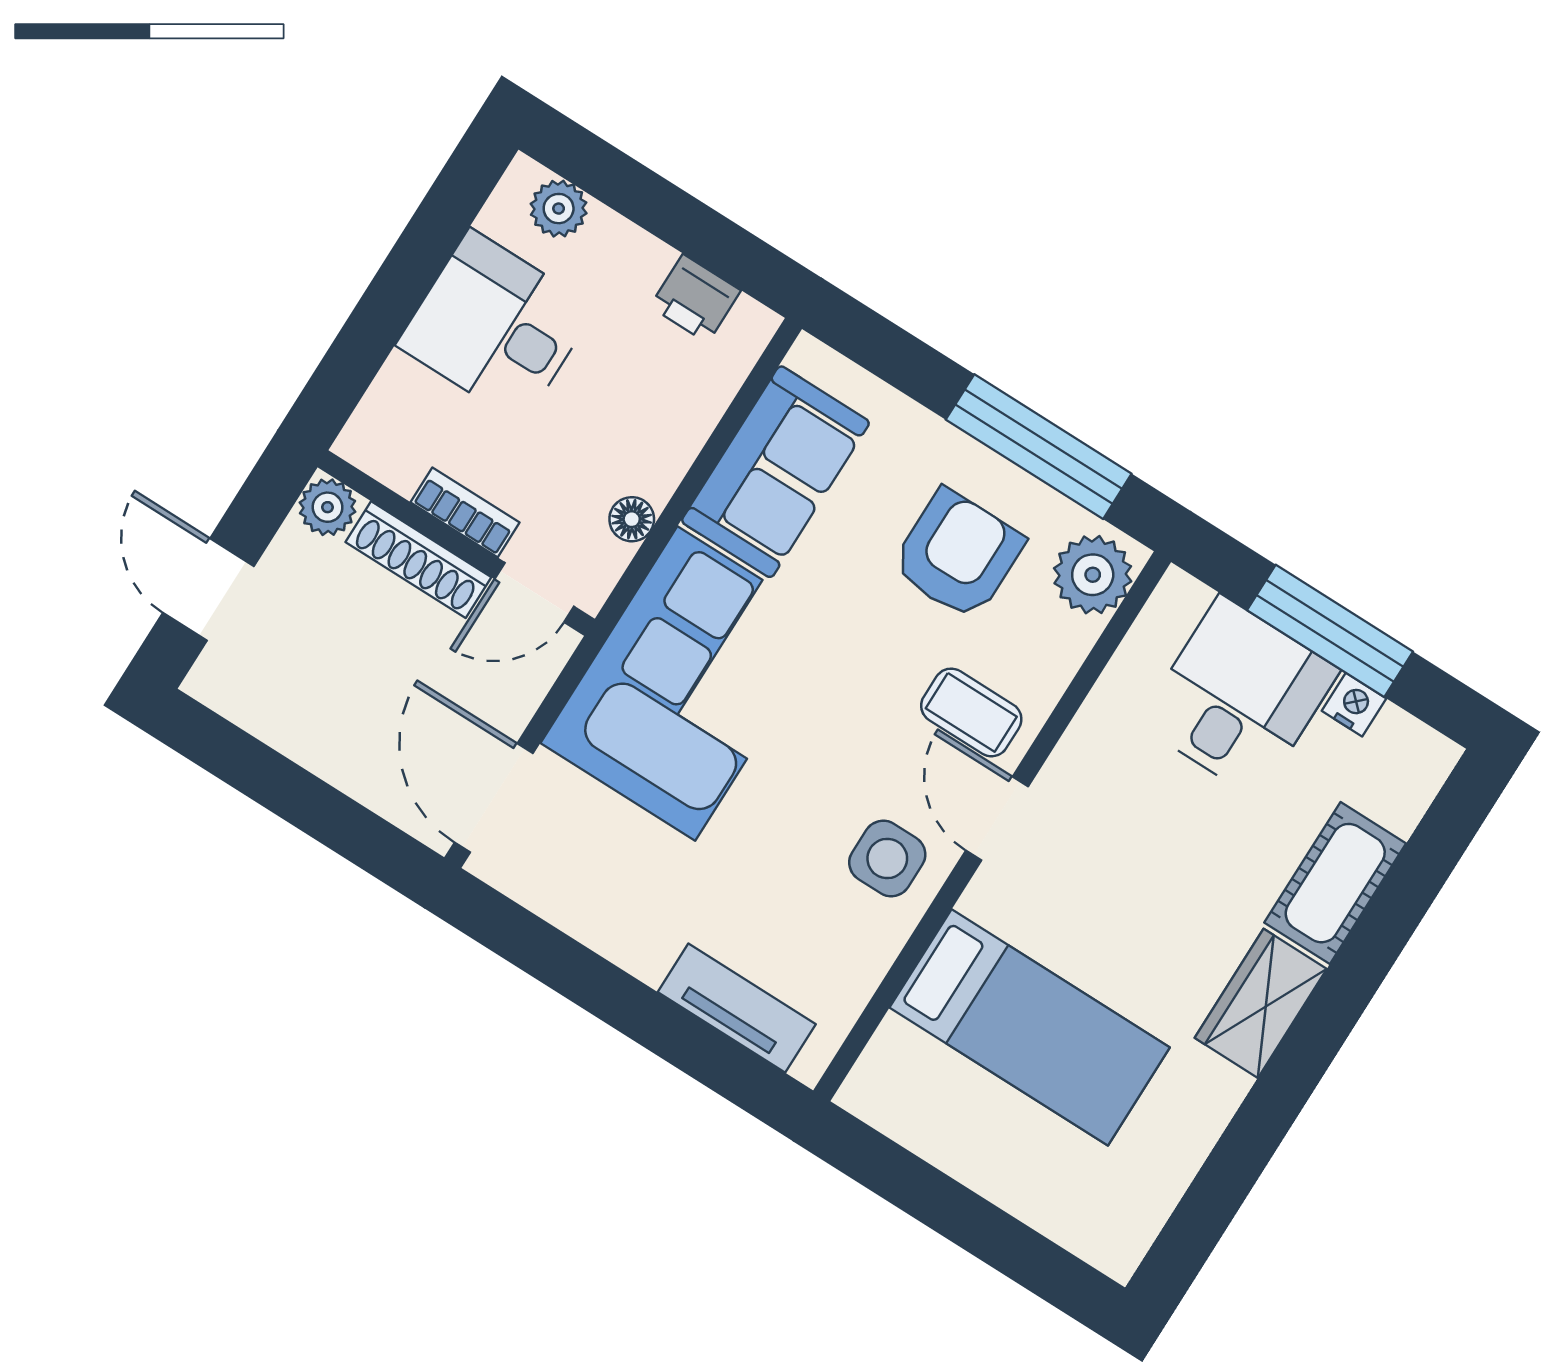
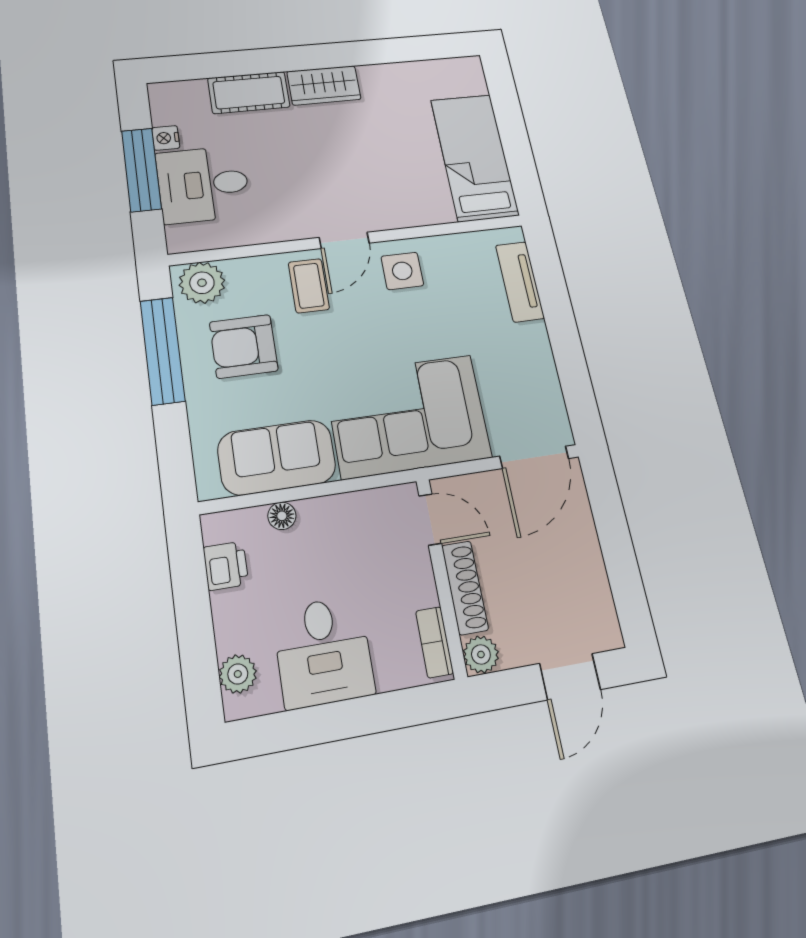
bookcase: (465, 512) -> (434, 642), moved
floor lamp: (632, 519) -> (282, 516), moved
bed: (1030, 1027) -> (474, 157), moved

